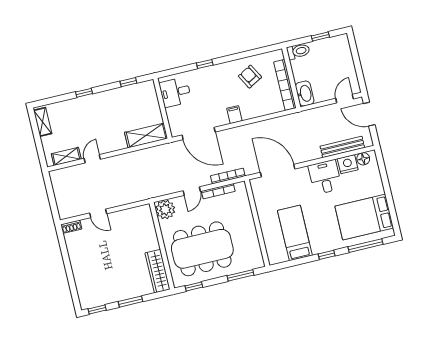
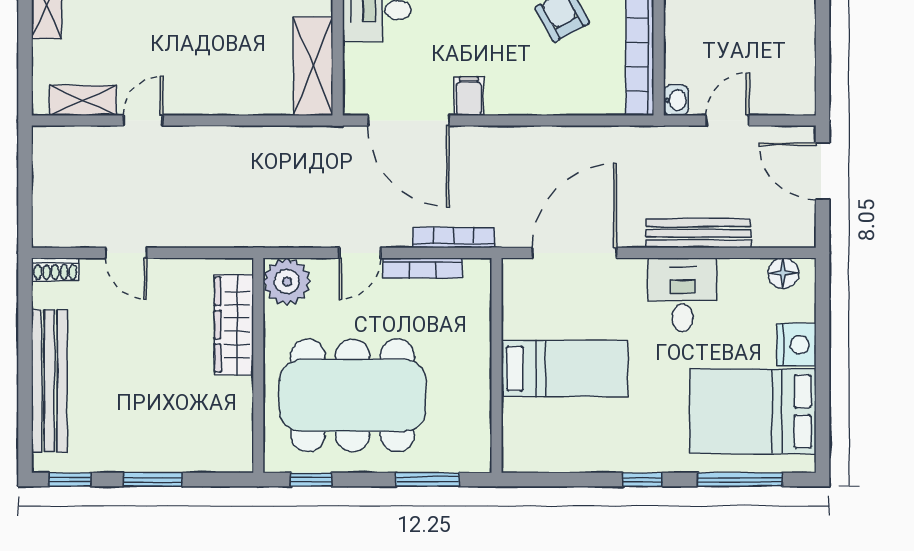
washbasin: (305, 94) -> (676, 100), width x0.52, depth x0.69
door: (345, 99) -> (727, 120), moved
filing cabinet: (234, 115) -> (469, 96), moved
shelving: (146, 135) -> (313, 66), moved, turned 90
bench: (342, 147) -> (698, 233), moved
nightstand: (348, 164) -> (797, 345), moved, turned 90
door: (278, 171) -> (574, 253), hinge flipped
bed: (295, 233) -> (565, 368), moved, turned 90
wardrobe: (157, 271) -> (234, 325), moved
bench: (80, 272) -> (49, 381), added

